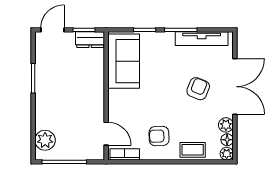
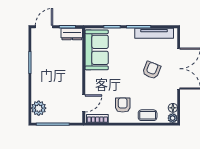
plant: (226, 125) -> (172, 97), removed
door: (106, 134) -> (84, 103), hinge flipped
armchair: (159, 136) -> (123, 105), turned 92

